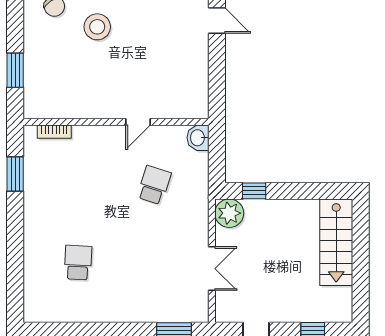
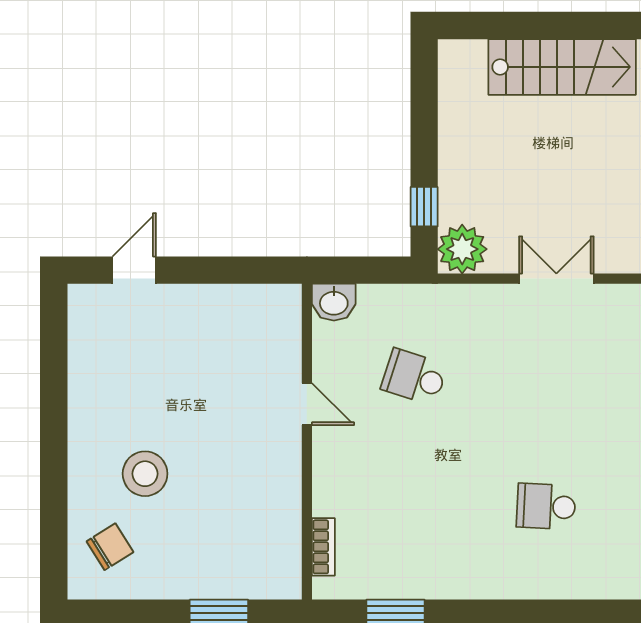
stairs: (336, 242) -> (562, 67), moved

